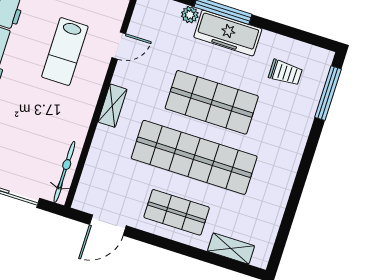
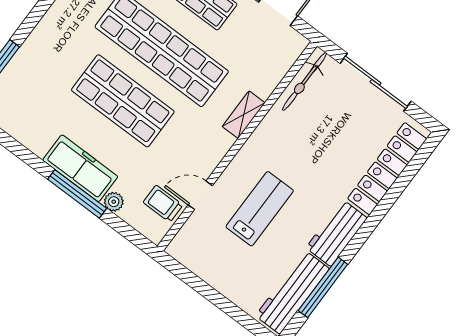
trolley: (285, 73) -> (163, 204), moved
shelving: (112, 106) -> (244, 115), moved

